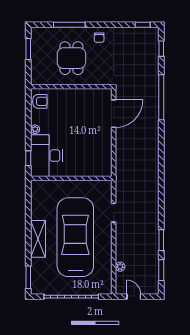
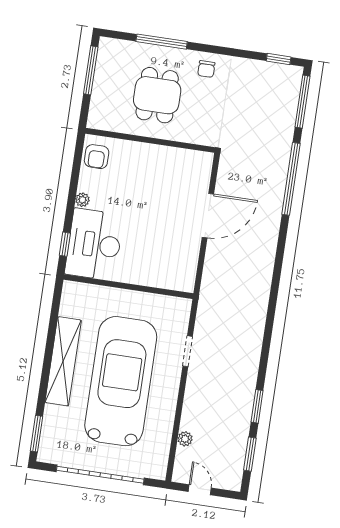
window: (28, 49) -> (91, 70), width x1.44
window: (161, 49) -> (302, 102), width x2.17
armchair: (40, 101) -> (97, 157), turned 90
door: (114, 114) -> (208, 216), moved
shelving: (38, 239) -> (63, 361), width x1.47

